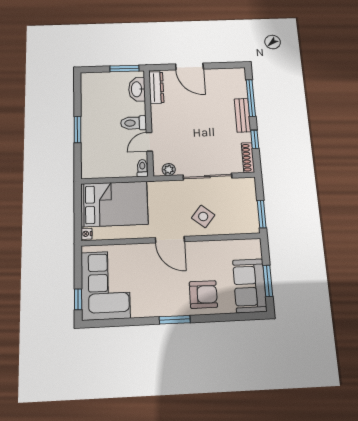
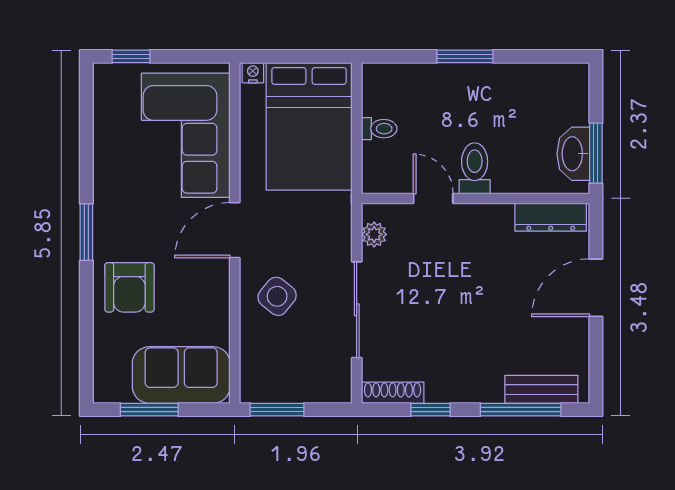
washbasin: (137, 89) -> (573, 154), moved, turned -90
bench: (243, 115) -> (541, 389), moved
toilet: (142, 168) -> (379, 129), moved
corner sofa: (105, 285) -> (186, 135), moved, turned 90
sofa: (250, 286) -> (181, 375), moved

